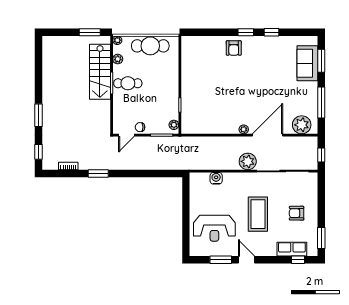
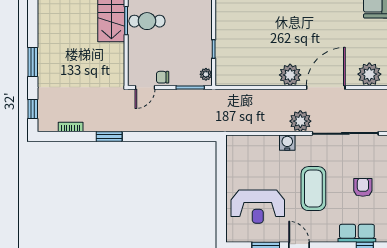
plant: (244, 129) -> (290, 75), width x1.88, depth x1.88
water cooler: (216, 178) -> (287, 143), moved
armchair: (297, 213) -> (363, 187), turned 90

